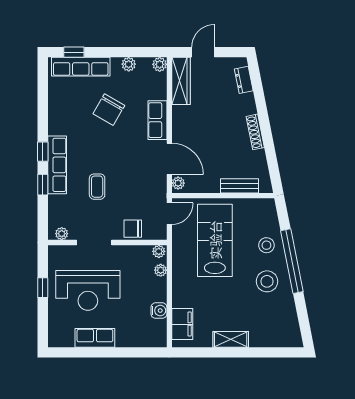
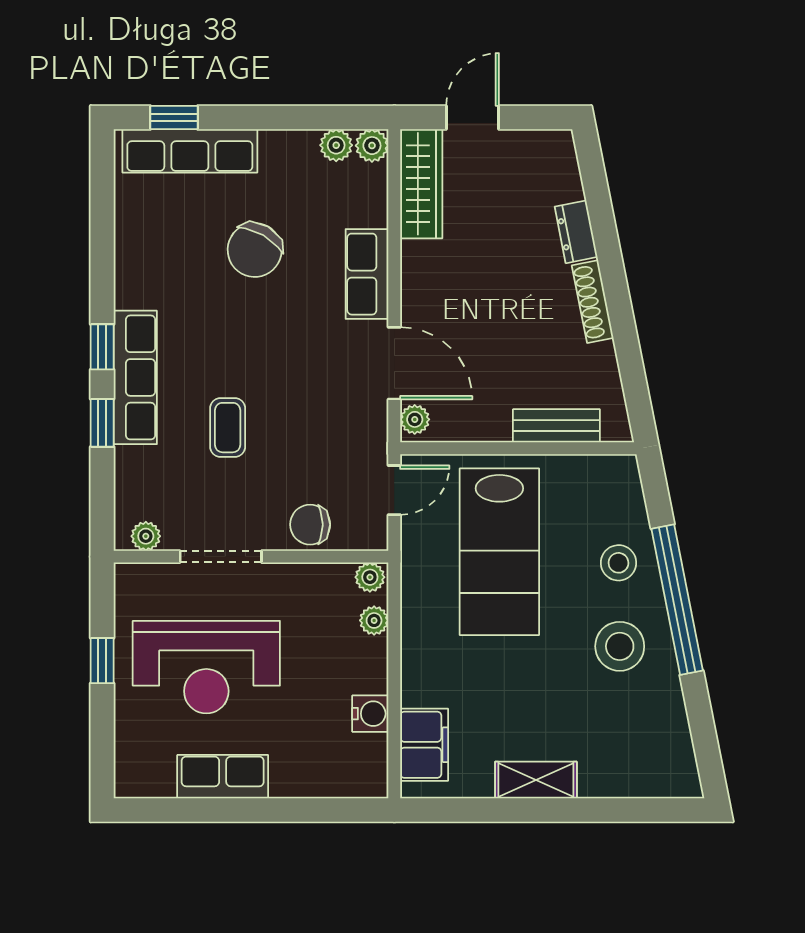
plant: (129, 64) -> (336, 145), moved
dresser: (244, 80) -> (576, 232), moved
lab bench: (215, 240) -> (499, 552), turned 180

